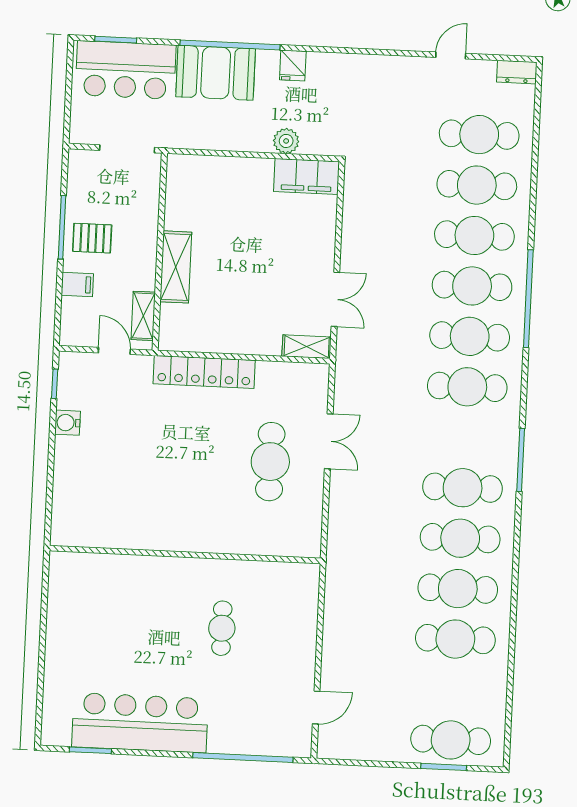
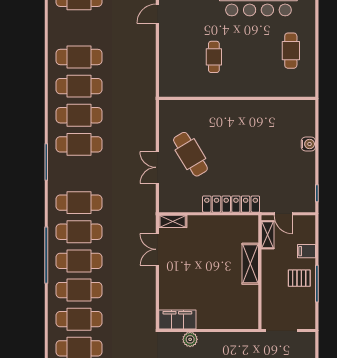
water cooler: (67, 423) -> (308, 144), moved
cafe table: (270, 462) -> (190, 154), turned -31
cafe table: (88, 633) -> (291, 51), added

